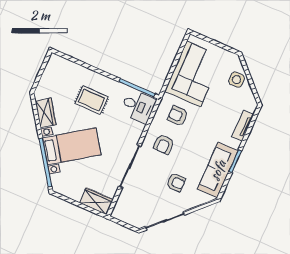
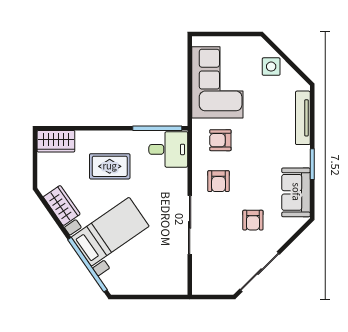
tv unit: (243, 126) -> (303, 118), width x1.41
sofa: (218, 170) -> (296, 192), width x0.73
armchair: (176, 182) -> (253, 220), turned 90
wardrobe: (96, 201) -> (56, 141), moved, turned 180

